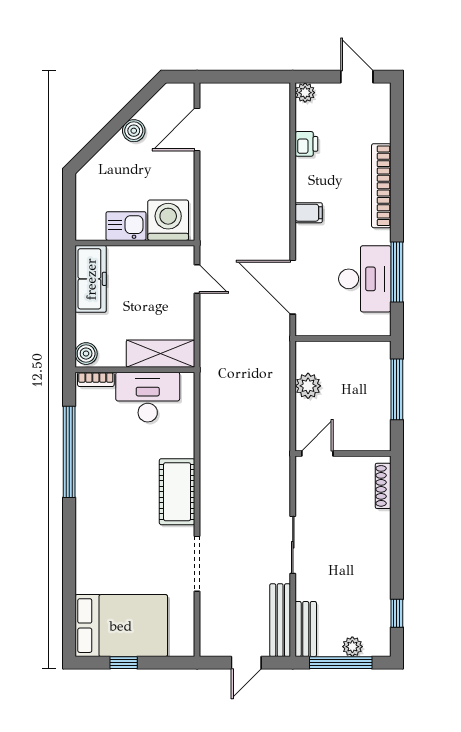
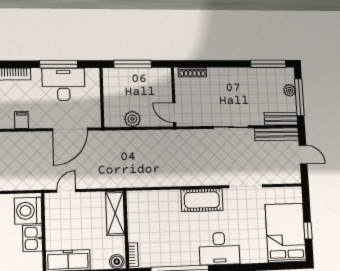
desk: (148, 397) -> (219, 249), moved, turned -90
window: (397, 613) -> (268, 64), width x2.17

